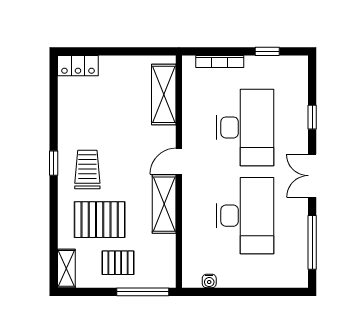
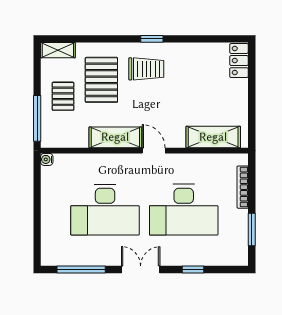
window: (267, 51) -> (252, 229), width x1.50
water cooler: (209, 281) -> (47, 159), moved

